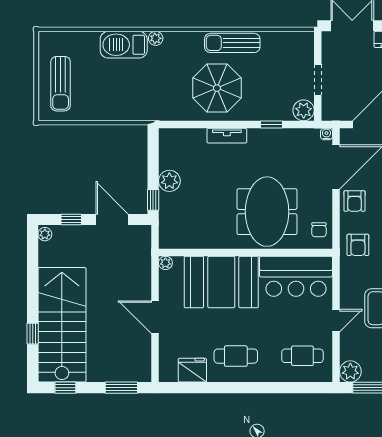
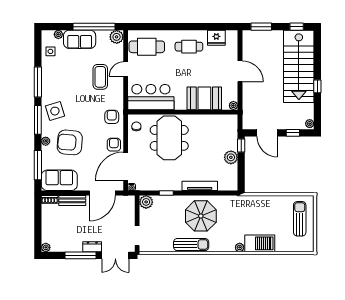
doorway: (318, 80) -> (137, 236), moved
tv unit: (227, 136) -> (200, 186), width x1.41
booth: (221, 282) -> (204, 98), width x0.73, depth x0.70
window: (33, 334) -> (317, 86), moved
cafe table: (302, 356) -> (147, 47), width x1.37, depth x1.35

